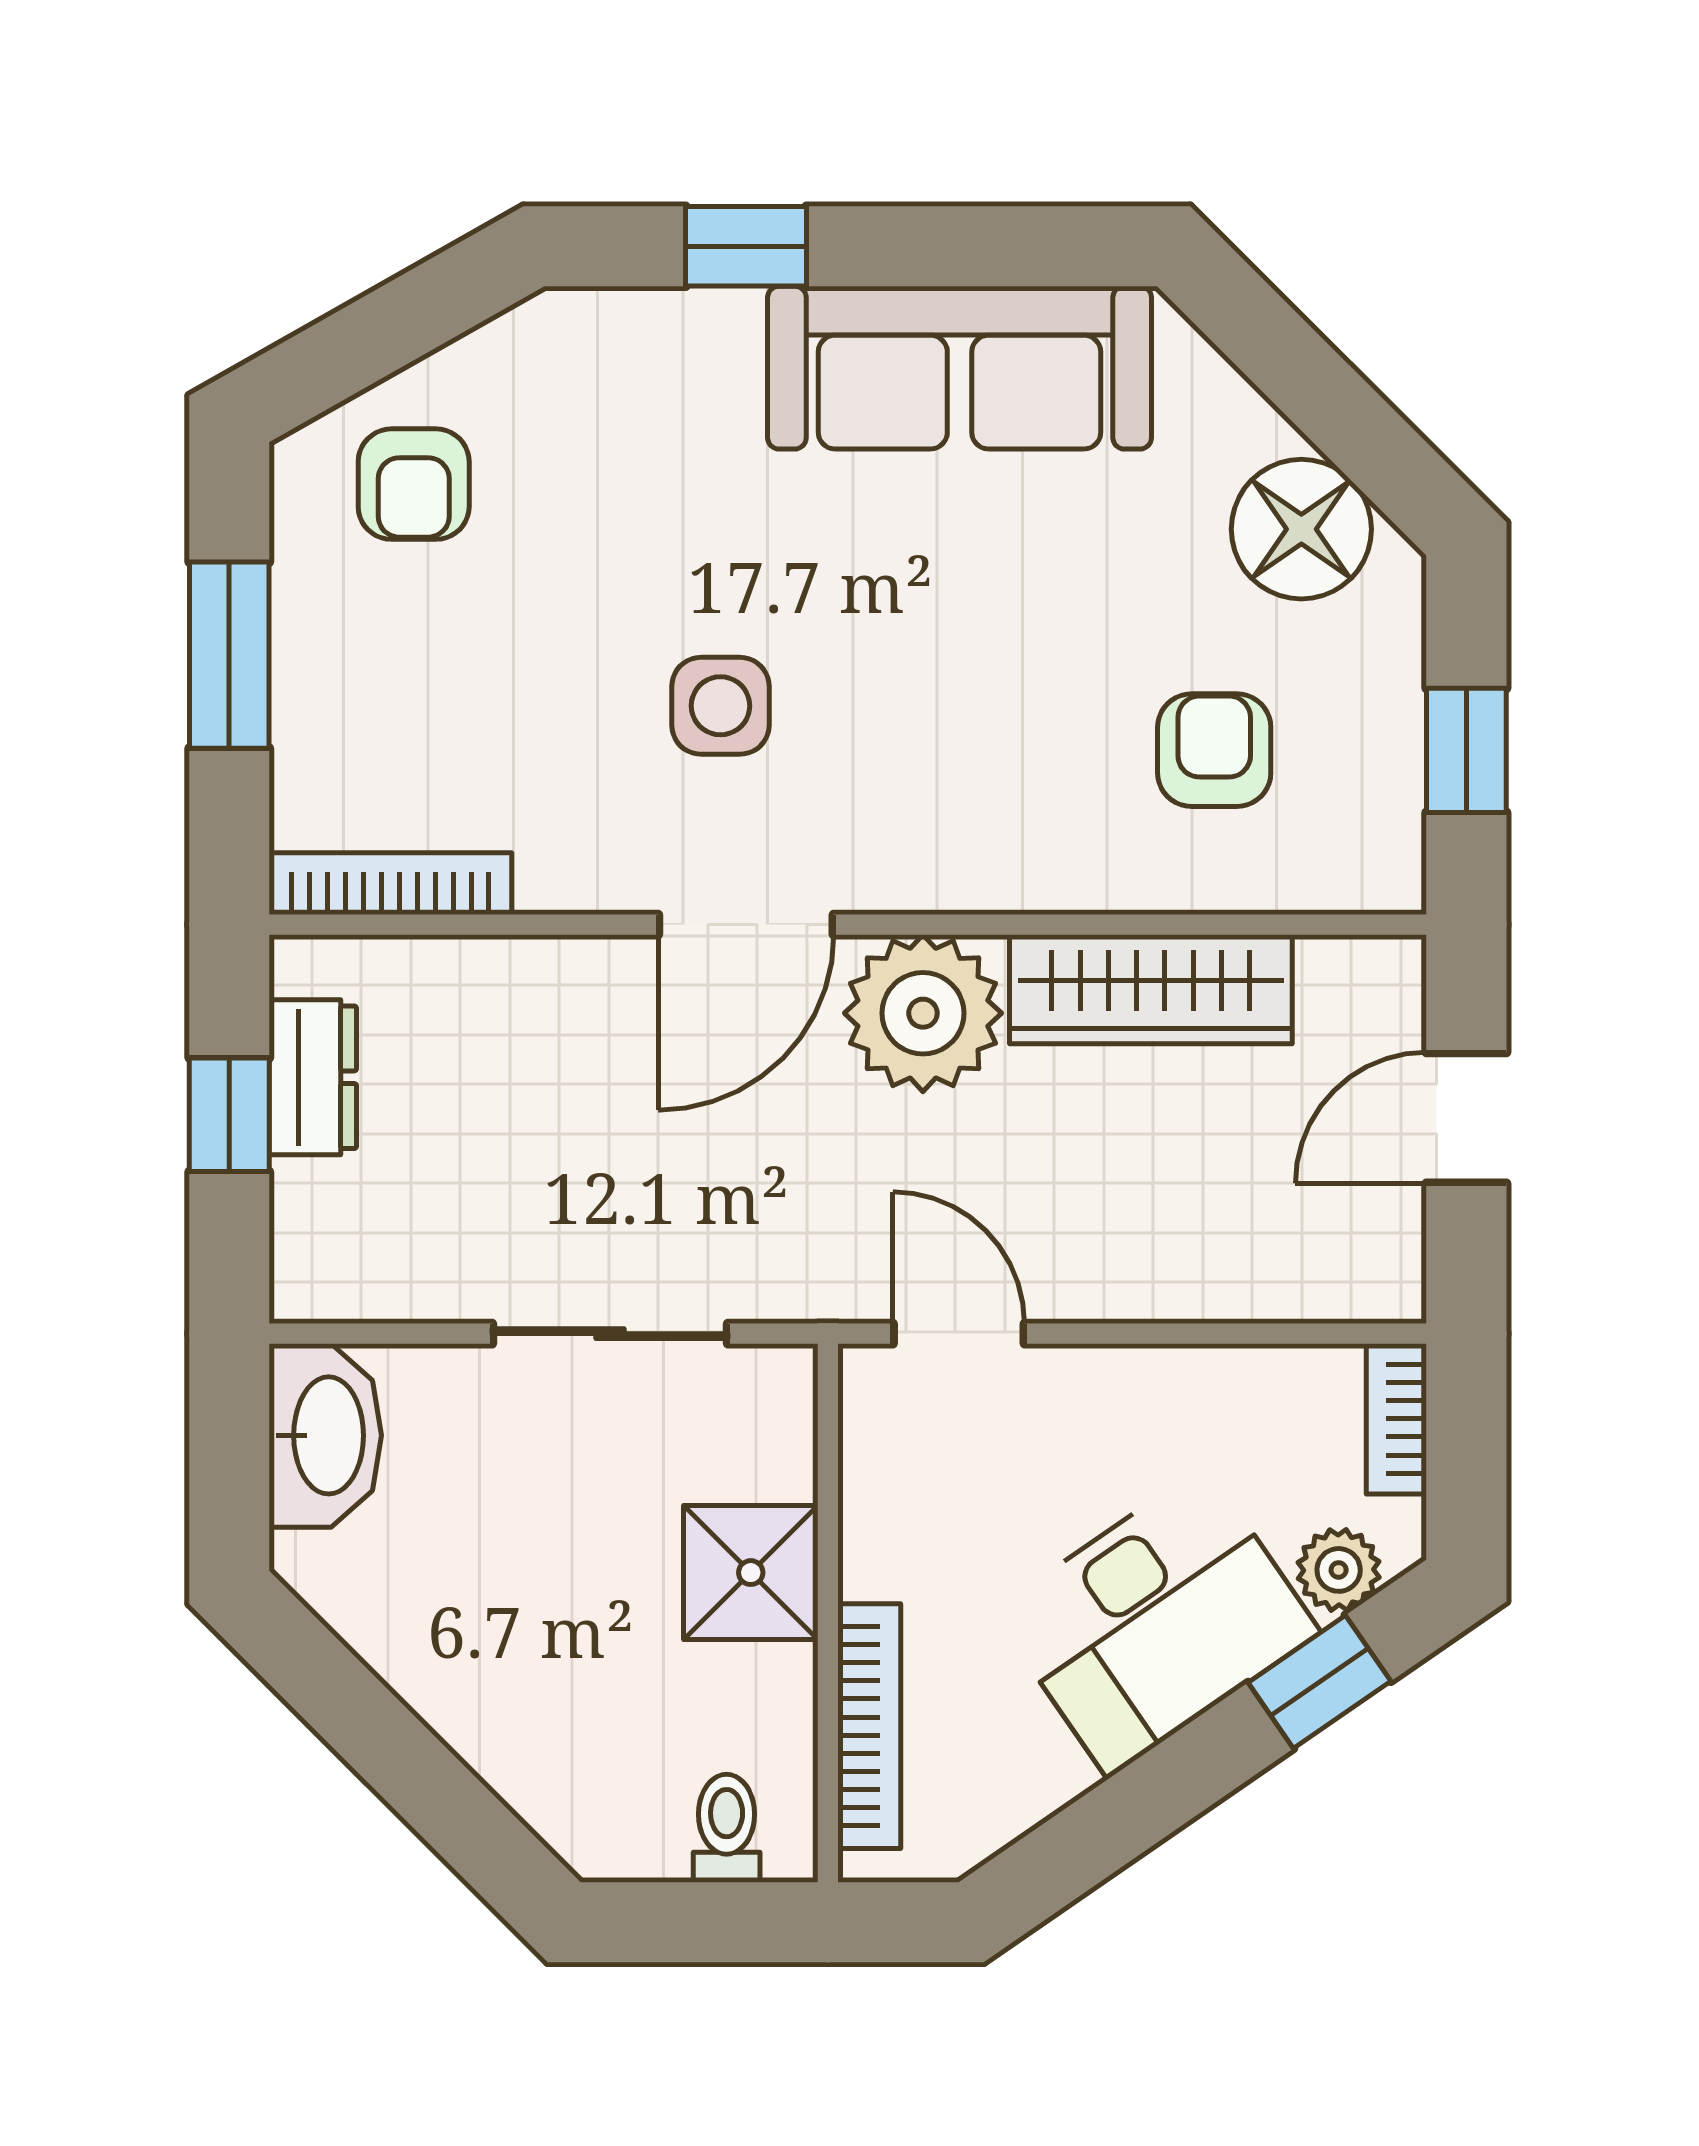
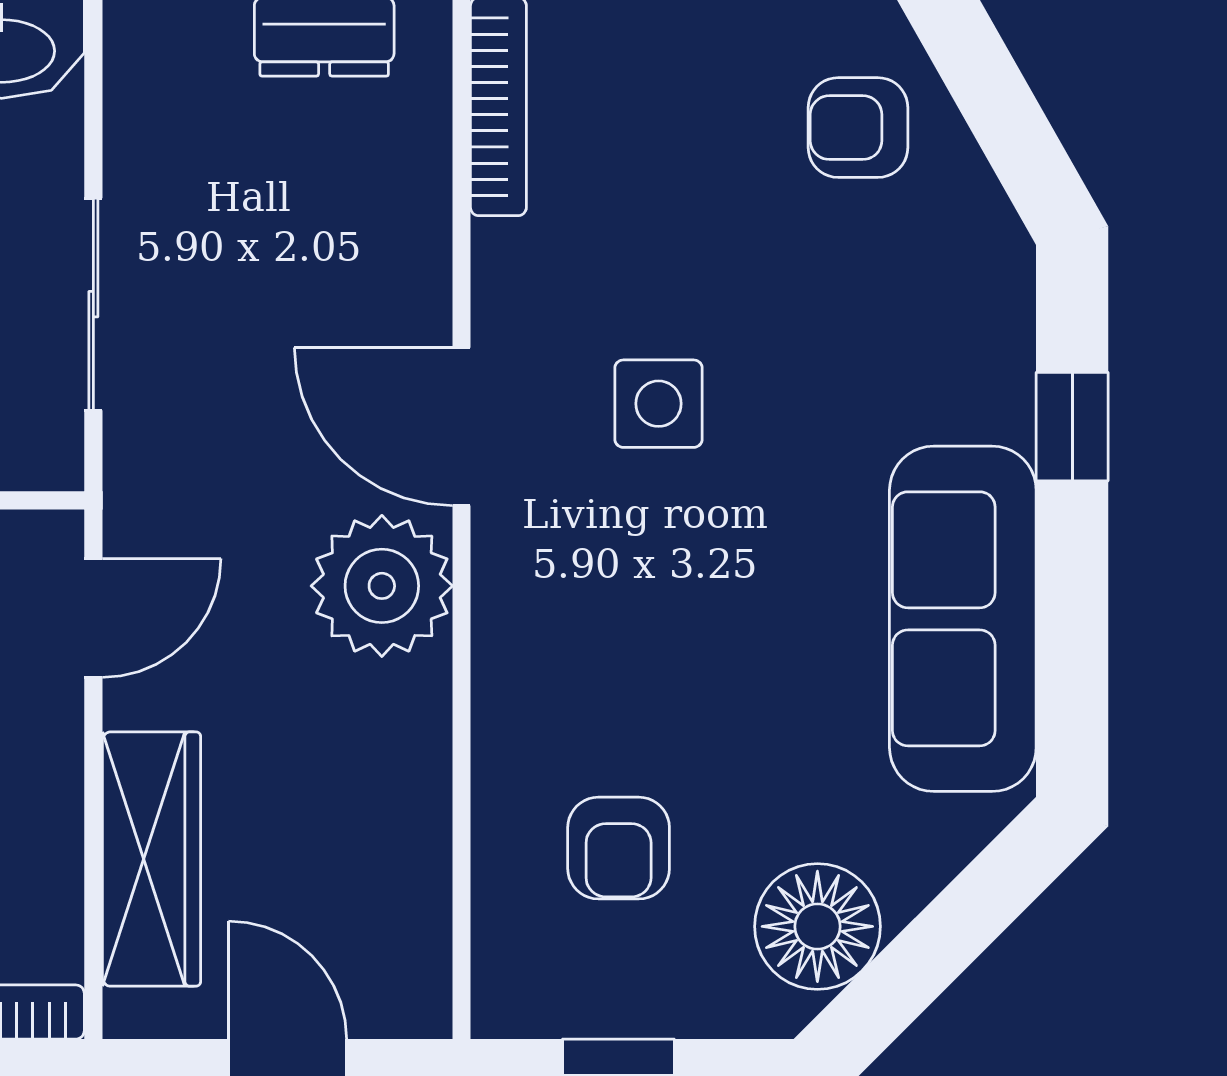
armchair: (1214, 750) -> (619, 848), turned 90
wardrobe: (1151, 989) -> (151, 859), moved, turned 180

